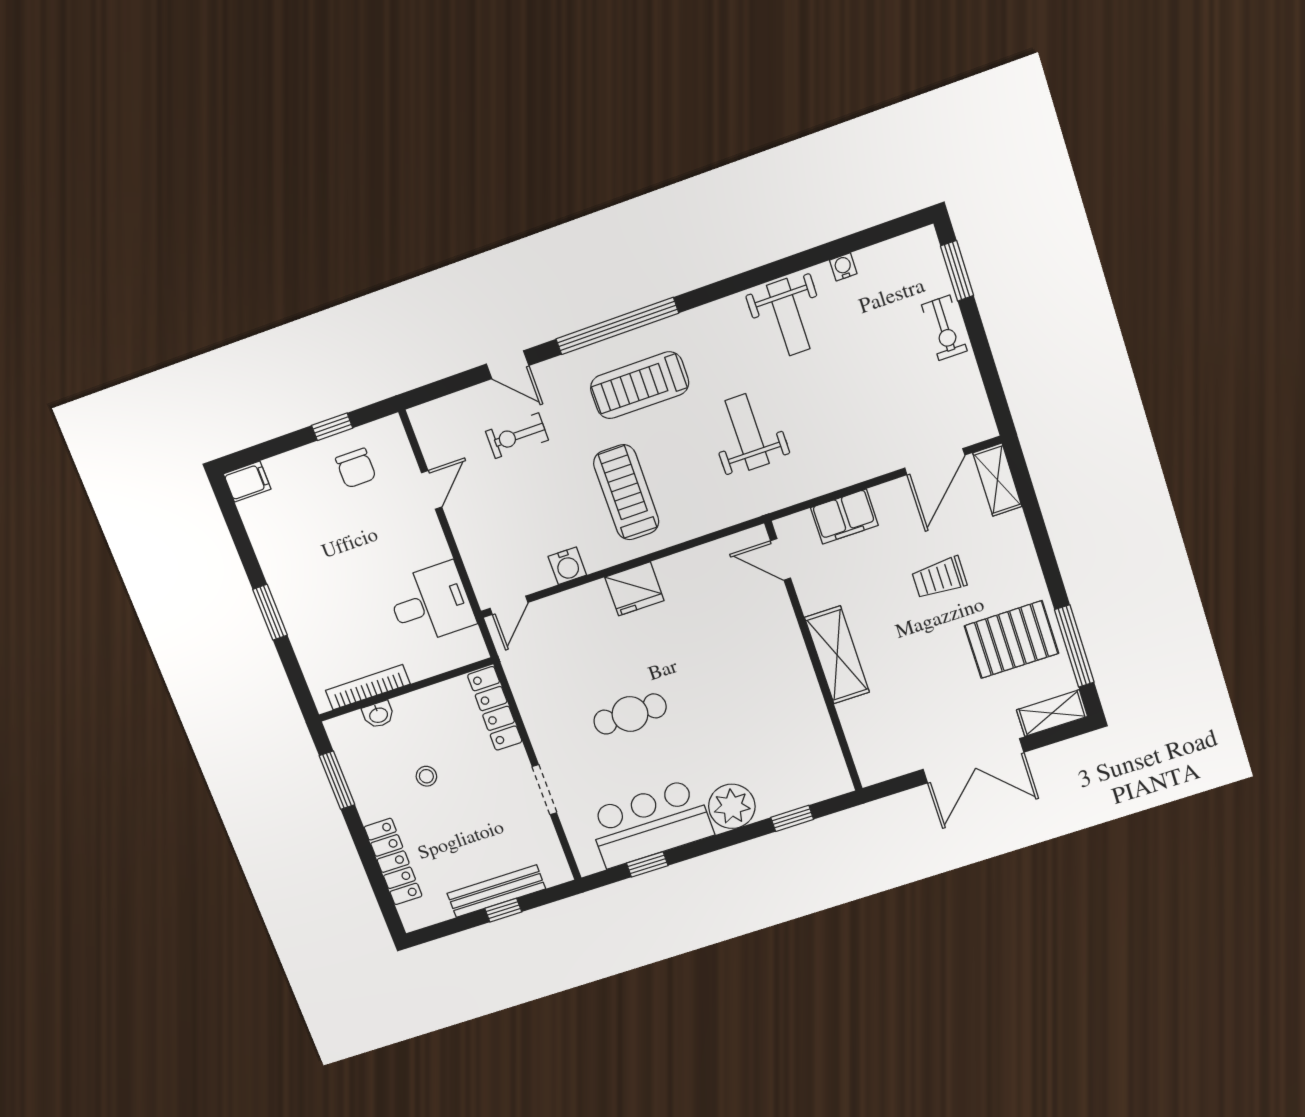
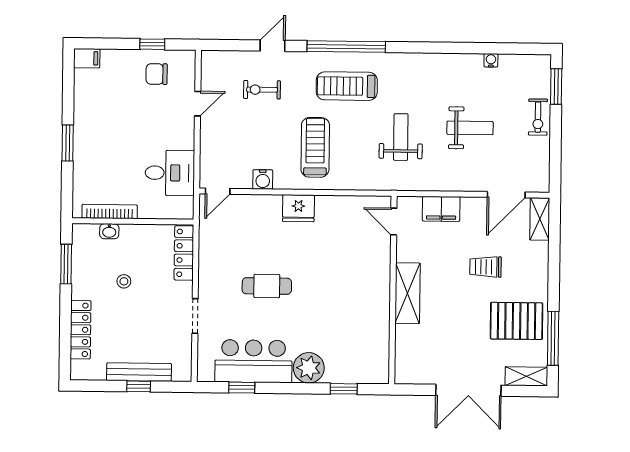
weight bench: (788, 317) -> (470, 128), moved, turned -90
door: (508, 365) -> (273, 46), swing flipped
chair: (356, 468) -> (157, 74), turned 90

